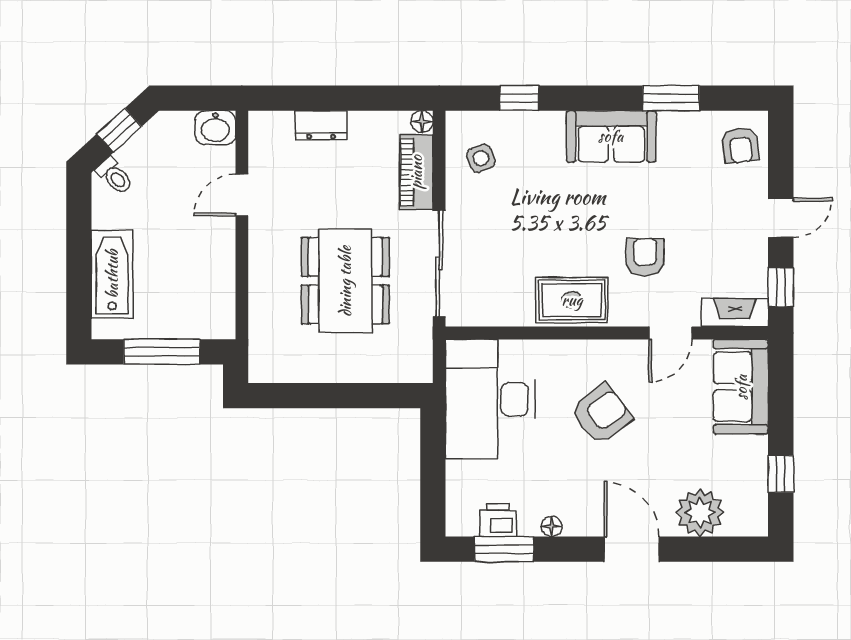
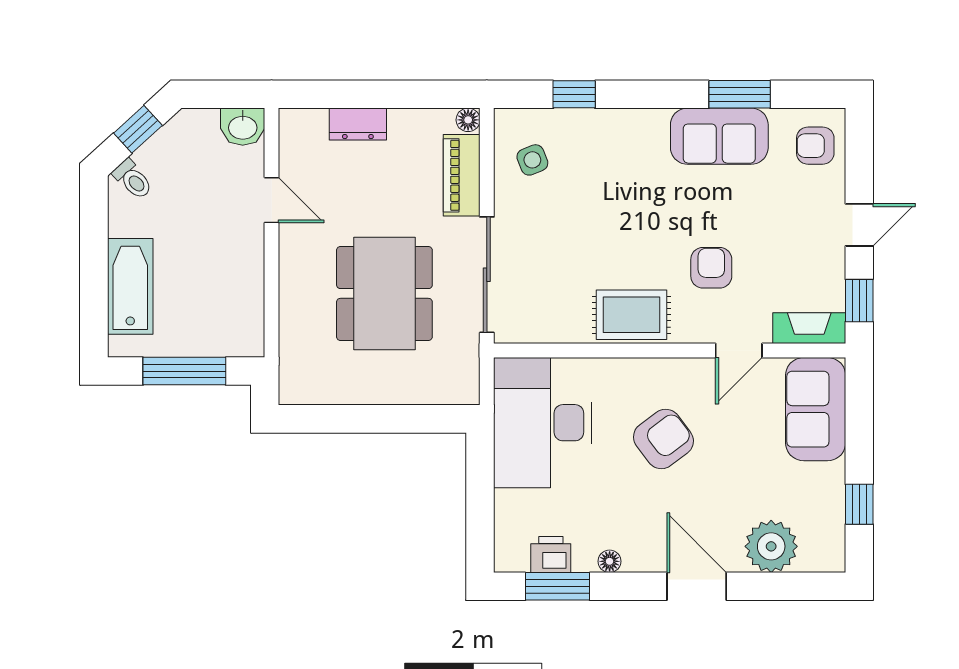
sofa: (611, 136) -> (719, 136), moved
armchair: (740, 145) -> (815, 146), turned 97
door: (242, 195) -> (272, 200), swing flipped

